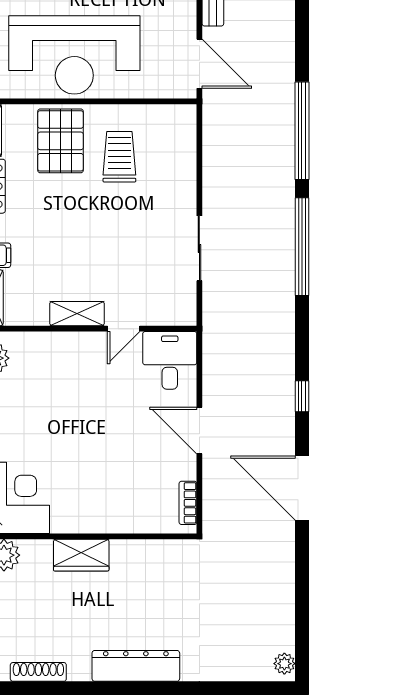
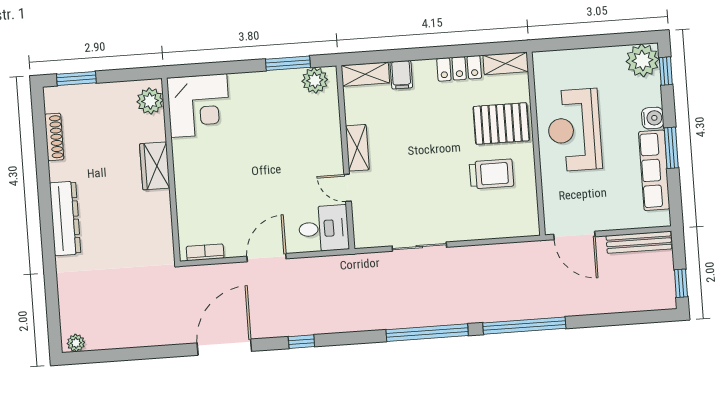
reception desk: (74, 55) -> (574, 130), width x0.74, depth x0.77
door: (199, 64) -> (574, 235), hinge flipped

